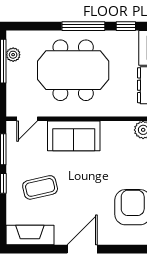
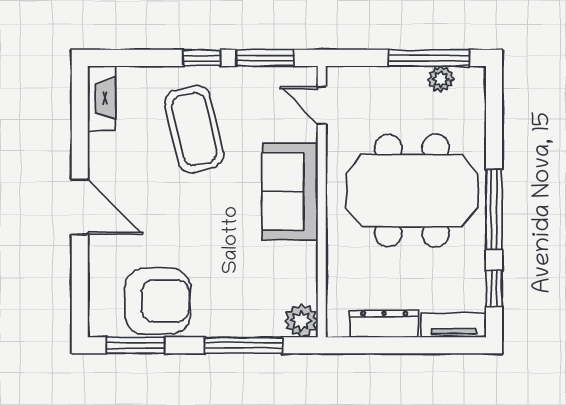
meeting table: (73, 70) -> (412, 191), turned 90
coffee table: (40, 187) -> (194, 129), width x1.36, depth x1.32
fireplace: (30, 235) -> (101, 98), width x0.73, depth x0.76

